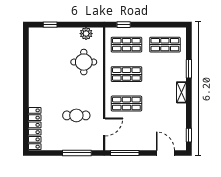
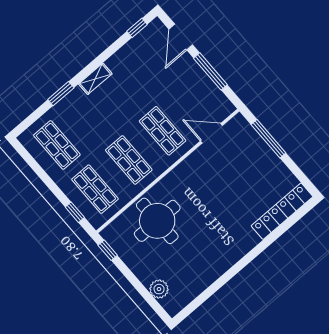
window: (50, 25) -> (108, 250), moved
plant: (86, 34) -> (159, 289), moved
round table: (84, 62) -> (157, 221), width x1.36, depth x1.36
cafe table: (76, 115) -> (226, 176), removed
window: (125, 153) -> (210, 71), moved

